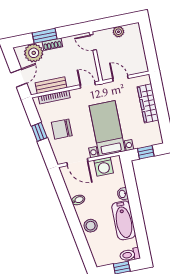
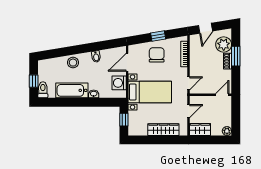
plant: (118, 32) -> (227, 131), moved
wardrobe: (139, 60) -> (200, 129), added
door: (19, 78) -> (206, 28), hinge flipped
bench: (51, 85) -> (194, 53), removed

